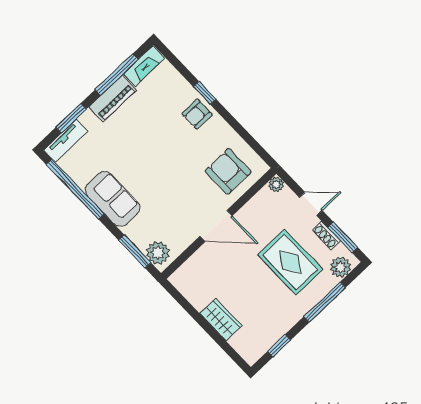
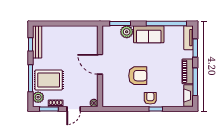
armchair: (228, 171) -> (138, 76), moved
door: (216, 226) -> (100, 64), hinge flipped
plant: (158, 253) -> (127, 32), moved
rug: (290, 262) -> (49, 80), moved
wardrobe: (221, 320) -> (62, 31), removed
bench: (267, 340) -> (37, 42), added

